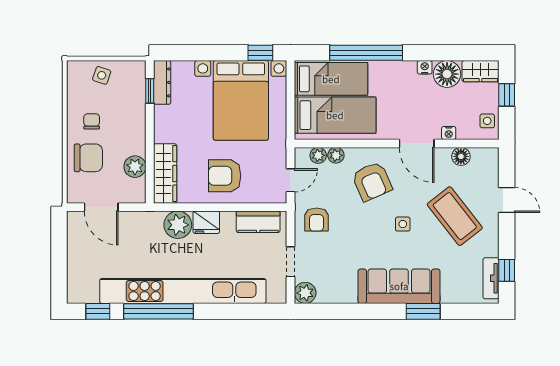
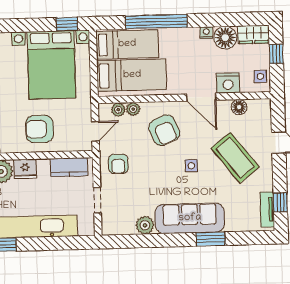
nightstand: (449, 133) -> (228, 83), width x1.89, depth x1.79
plant: (305, 293) -> (145, 225), moved

